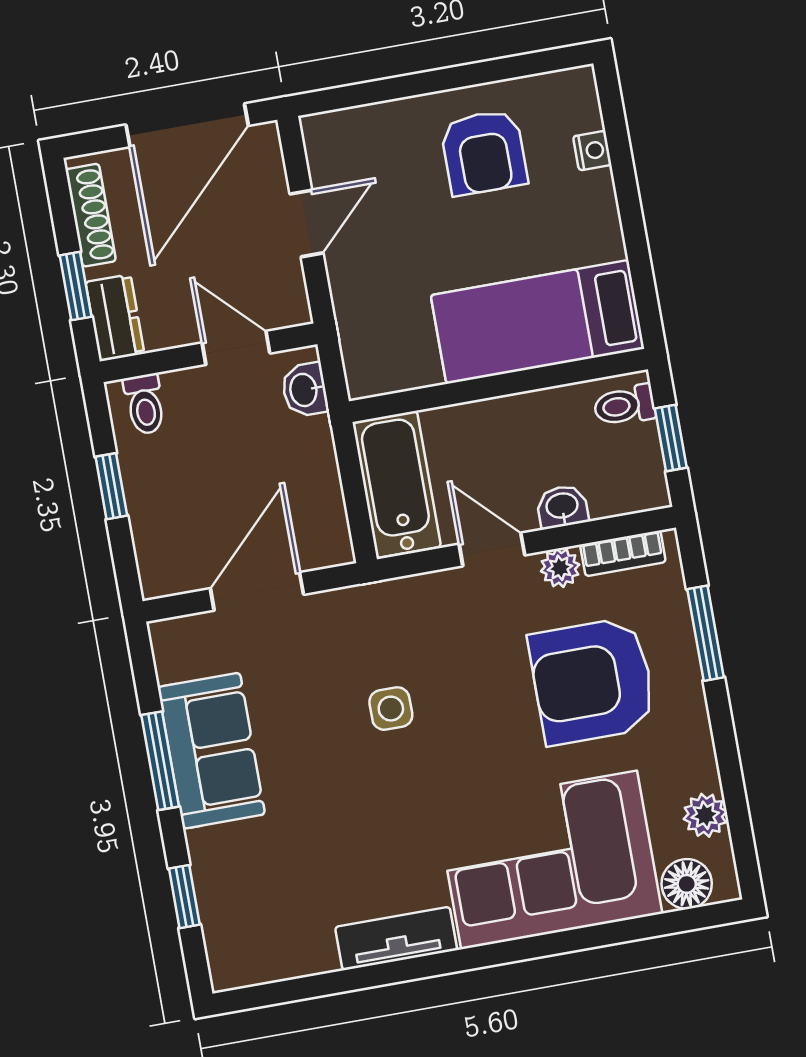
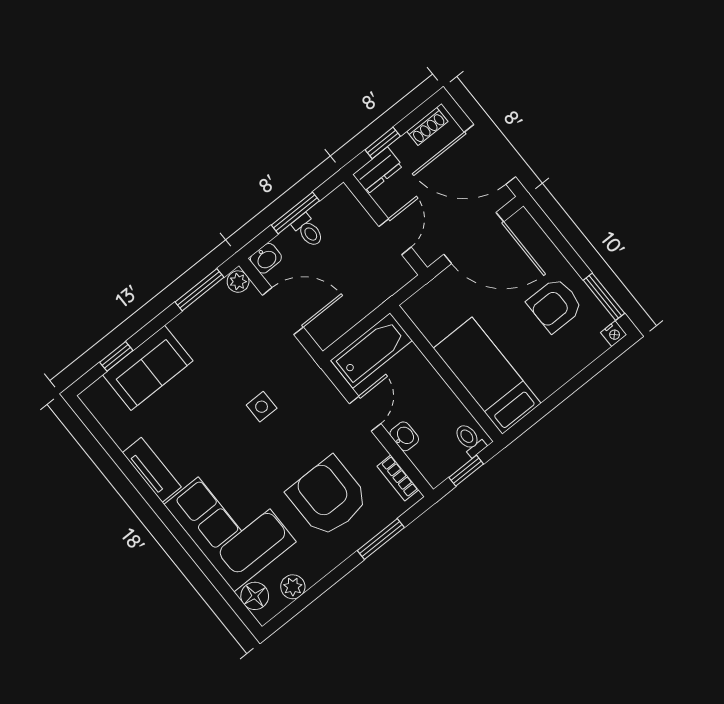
window: (513, 67) -> (604, 297), added
nightstand: (592, 151) -> (614, 334), moved
shoe rack: (91, 215) -> (427, 126), width x0.70
door: (306, 223) -> (474, 238), width x1.88
washbasin: (305, 390) -> (266, 258), moved, turned 180
toilet: (145, 404) -> (308, 231), moved, turned -90
window: (111, 486) -> (295, 213), width x1.50
plant: (560, 568) -> (238, 282), moved
sofa: (211, 751) -> (148, 368), moved
window: (160, 761) -> (199, 290), moved

